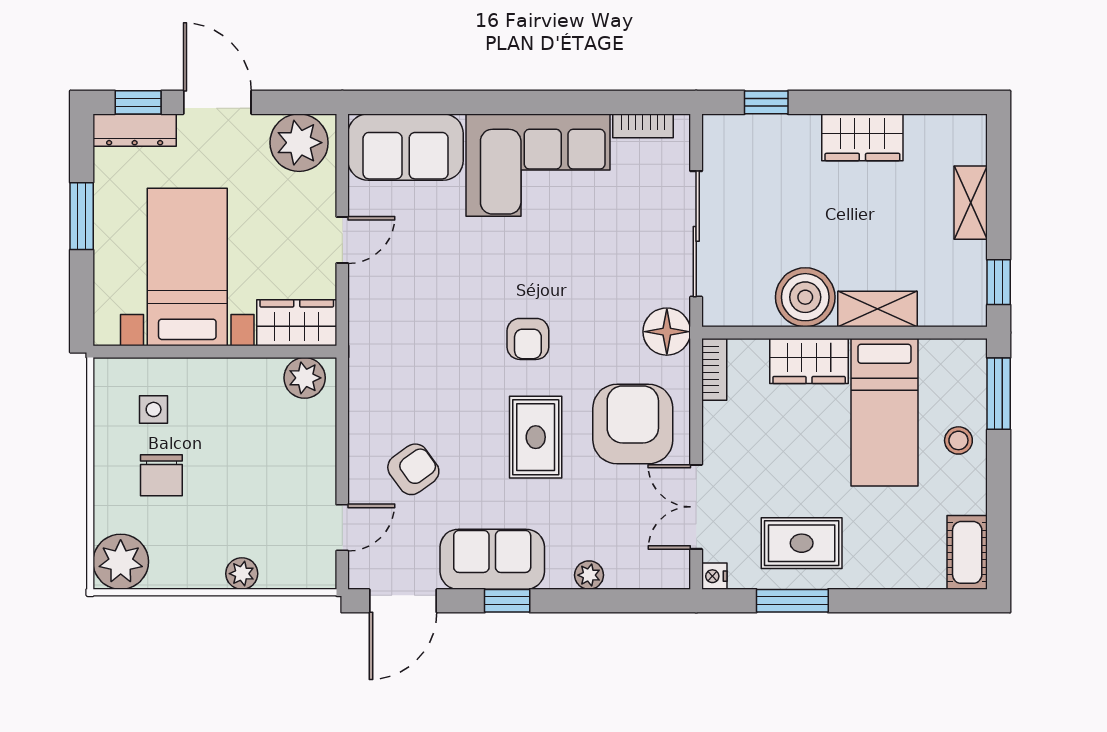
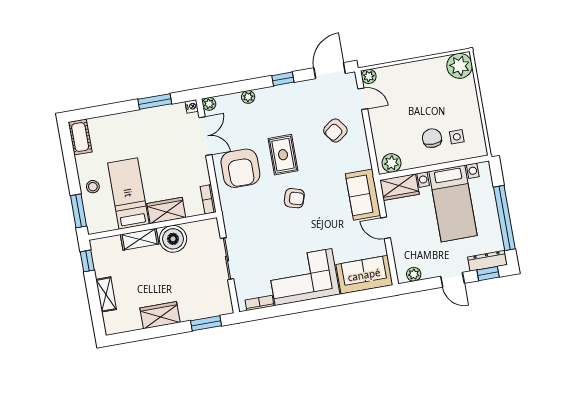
door: (217, 102) -> (453, 280), width x0.73
window: (766, 102) -> (206, 323), width x1.50
plant: (299, 143) -> (414, 274), width x0.53, depth x0.53
window: (82, 216) -> (504, 218), width x2.11
sliding door: (696, 234) -> (227, 259), width x0.73
door: (342, 240) -> (385, 228), hinge flipped
floor lamp: (667, 332) -> (232, 212), removed
armchair: (528, 339) -> (294, 198), turned 107
chair: (161, 475) -> (432, 138), moved
door: (342, 528) -> (363, 99), swing flipped
rug: (802, 543) -> (155, 128), removed
sofa: (492, 559) -> (363, 195), moved, turned 90
plant: (242, 574) -> (369, 76), moved
plant: (676, 575) -> (209, 104), added

